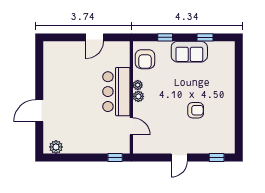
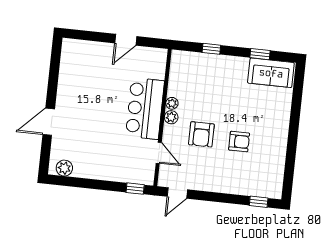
sofa: (189, 52) -> (271, 73), moved
armchair: (145, 59) -> (201, 134), moved
door: (179, 157) -> (177, 193), moved

